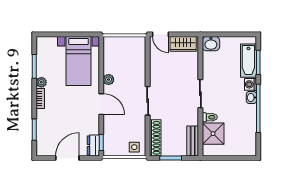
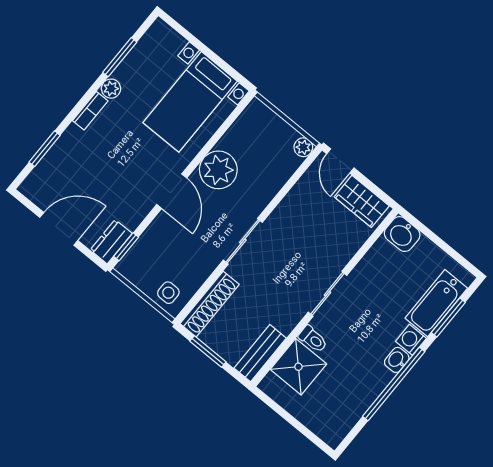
plant: (141, 41) -> (303, 147), added
plant: (109, 80) -> (218, 170), width x1.88, depth x1.88

